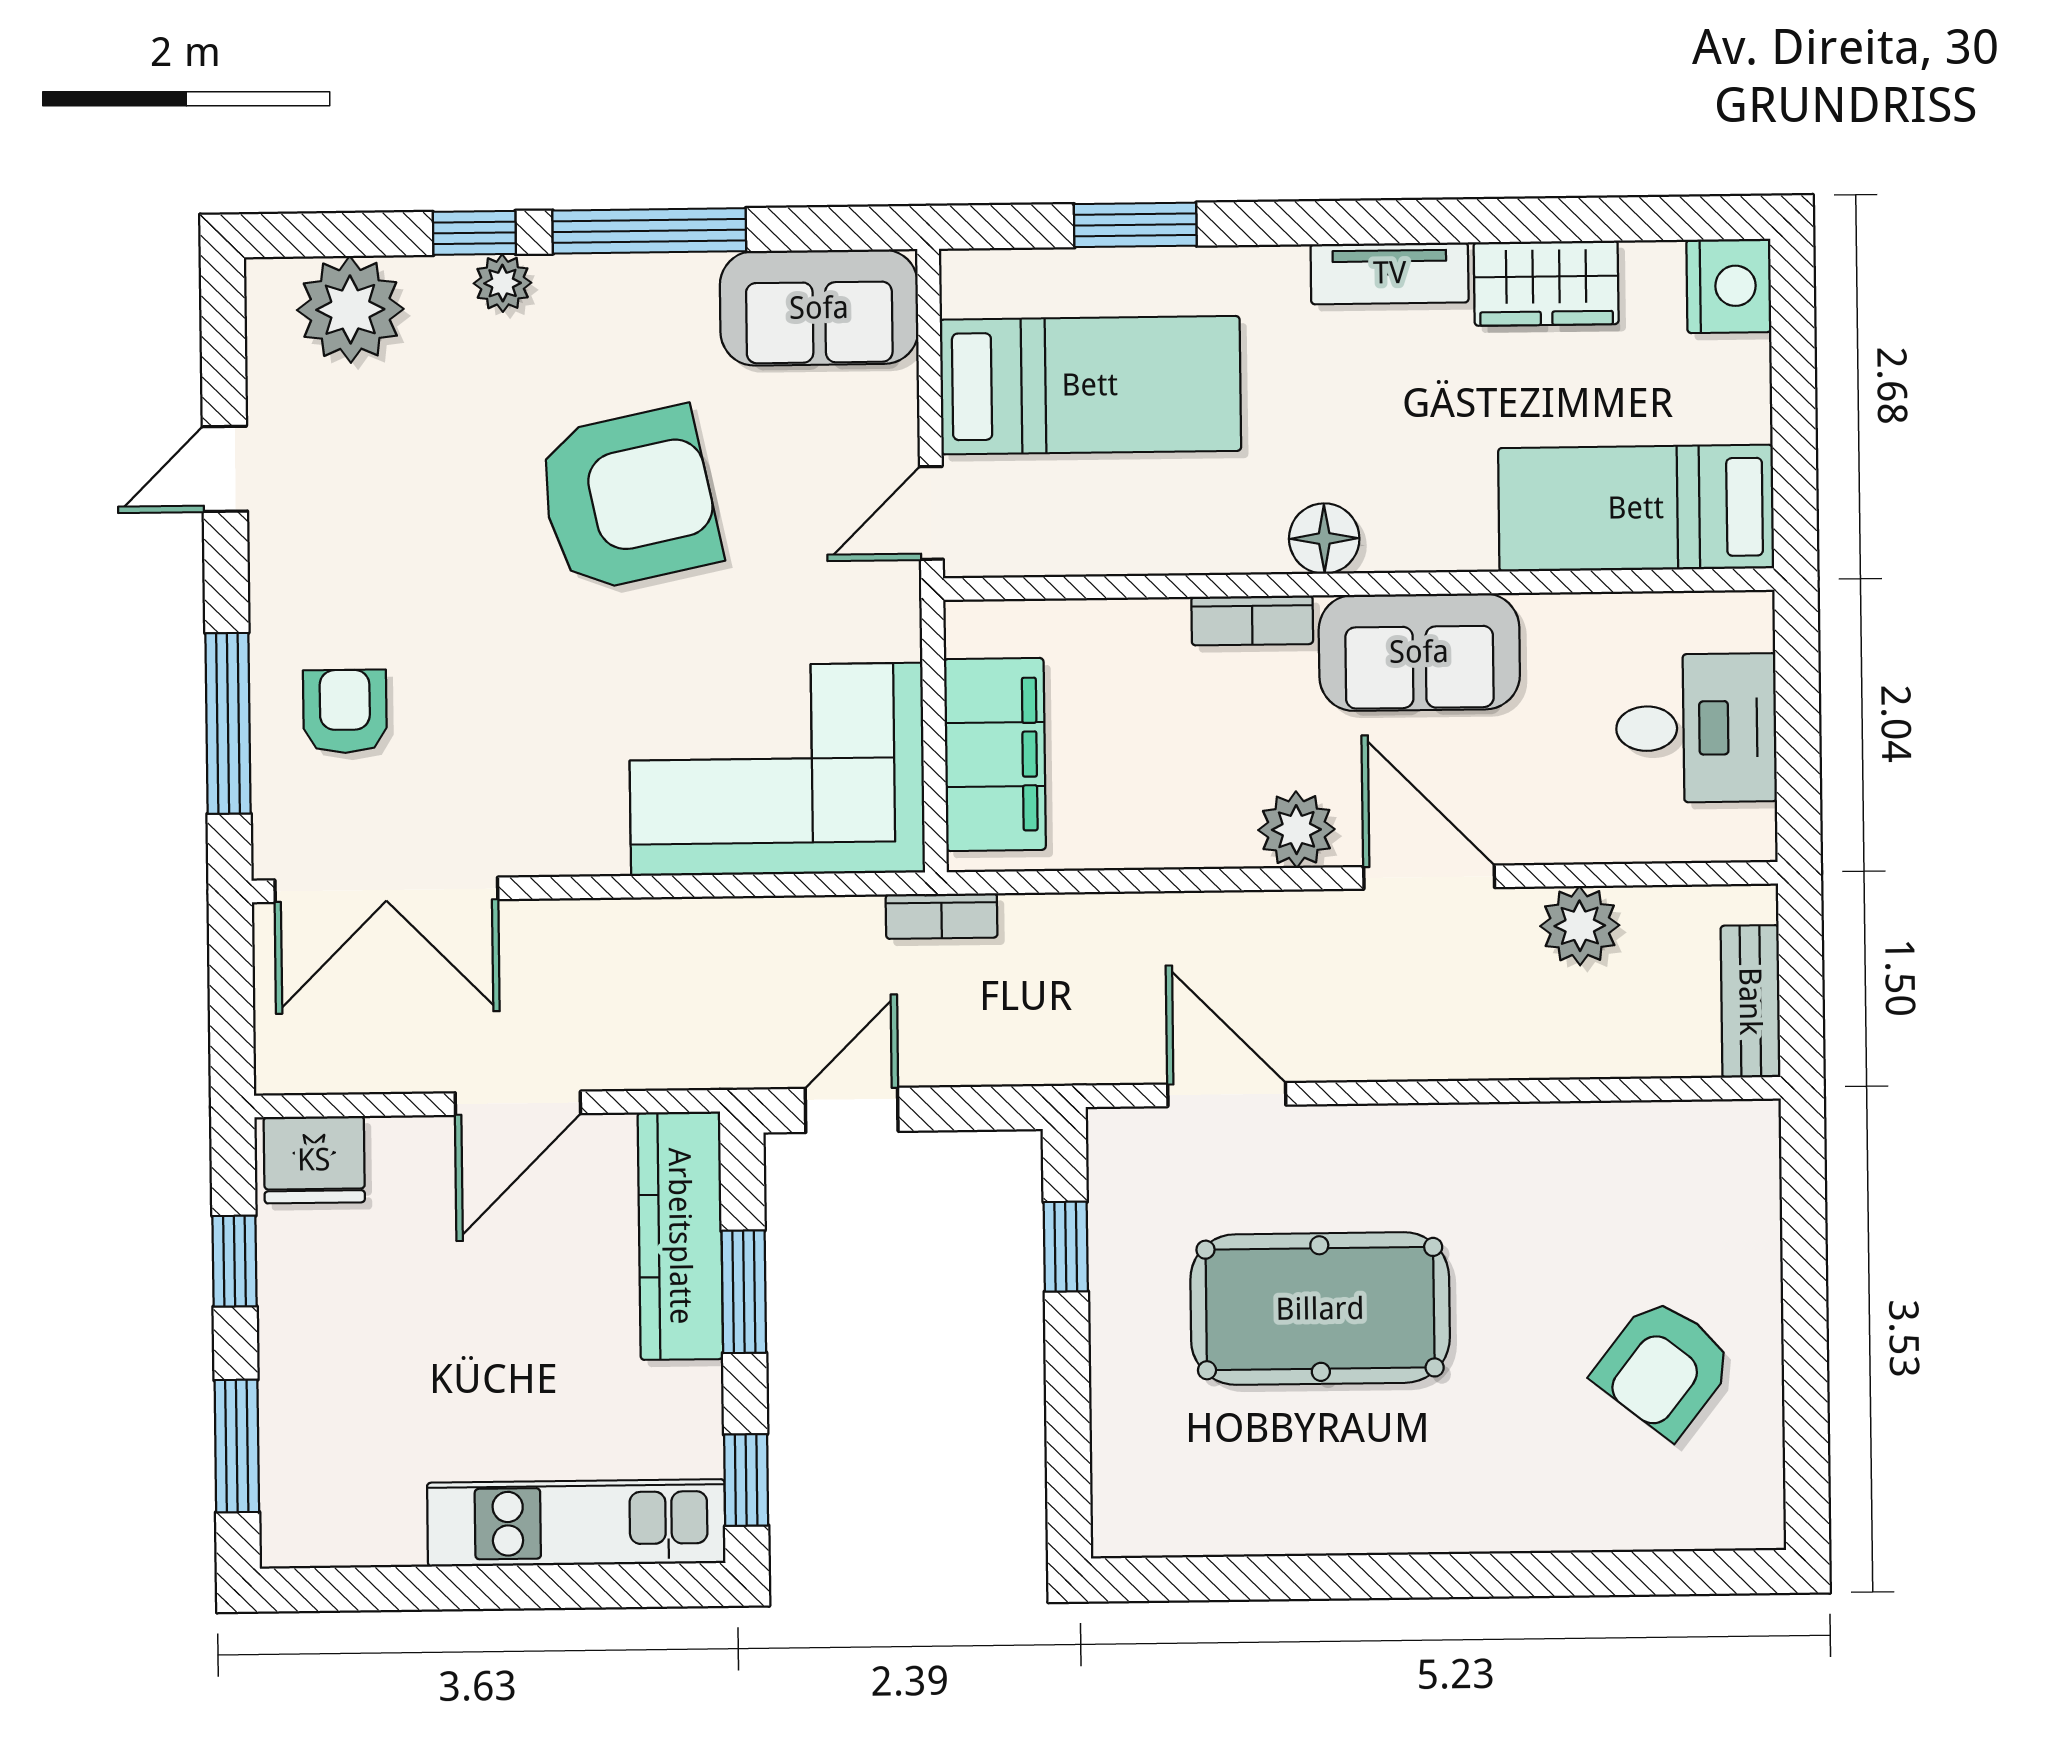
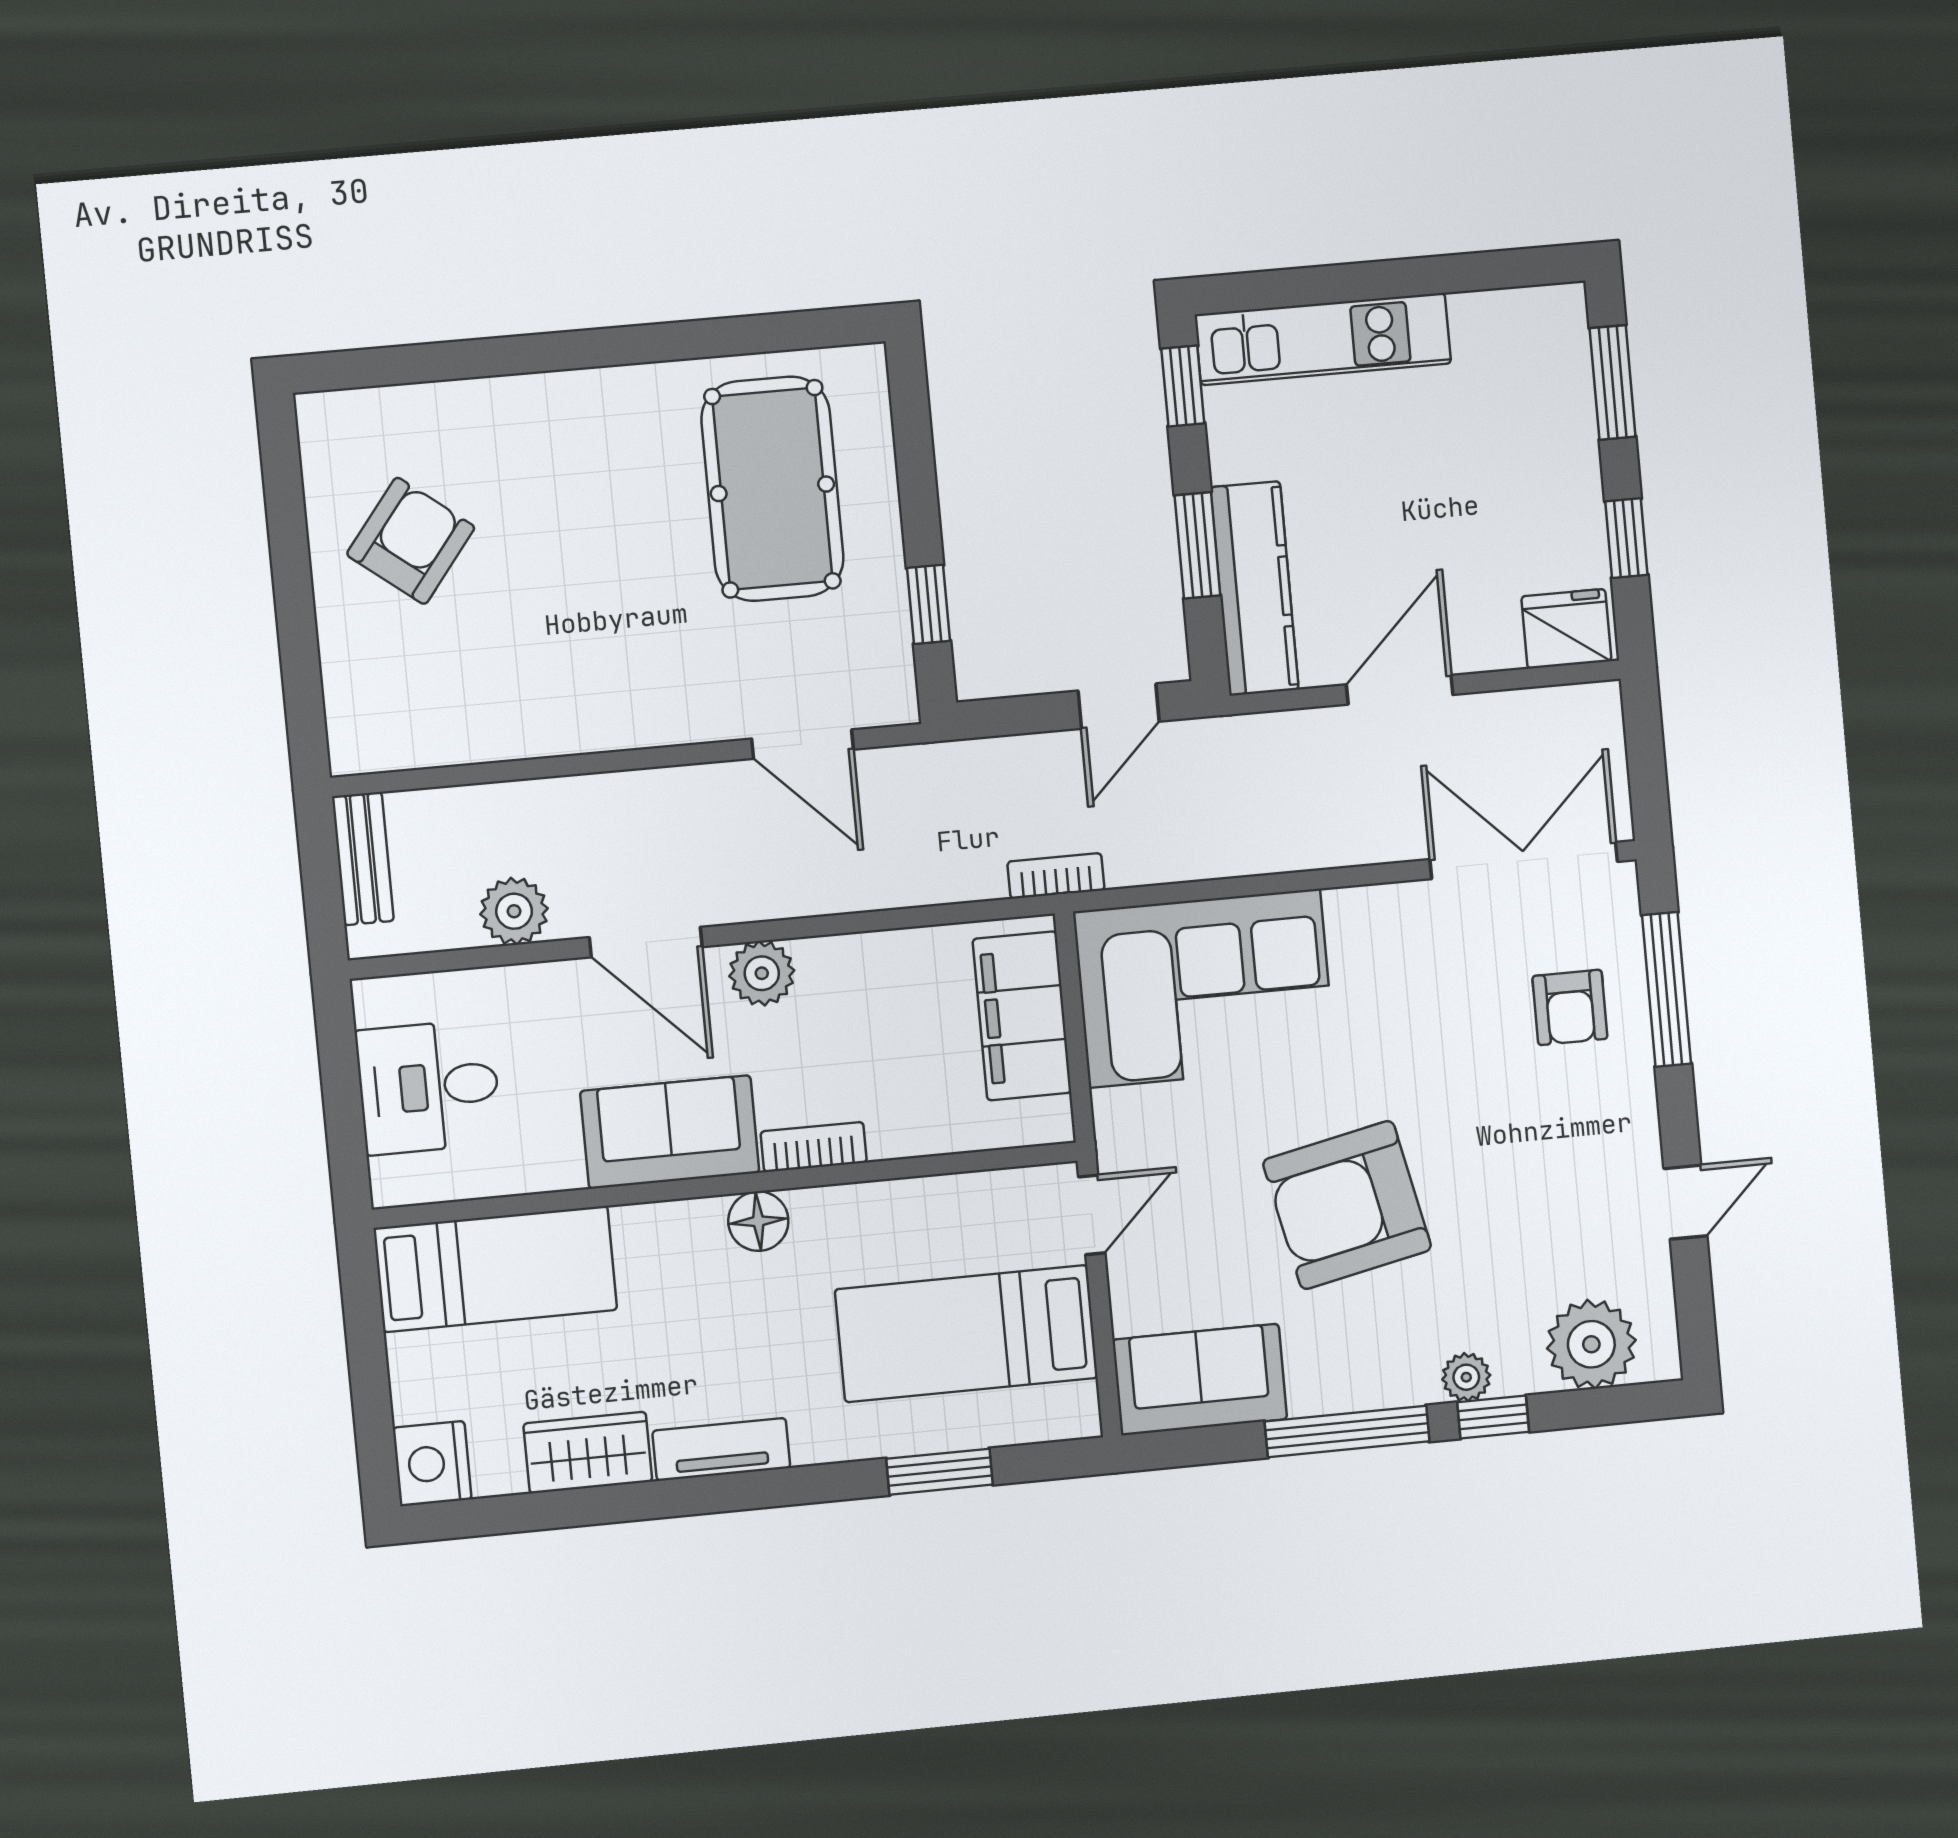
pool table: (1320, 1309) -> (772, 489), moved, turned 90

